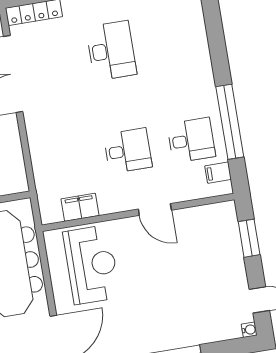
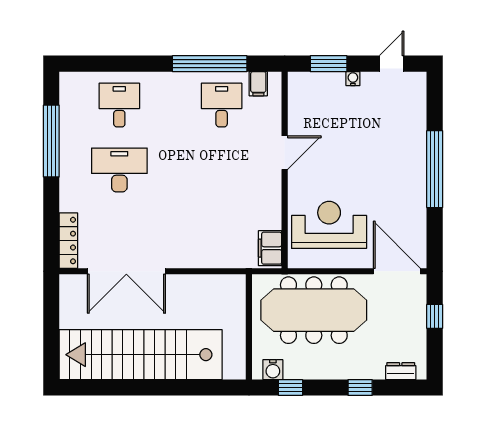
desk: (128, 151) -> (119, 105), moved
filing cabinet: (80, 207) -> (270, 248), moved
water cooler: (249, 330) -> (353, 79), moved

